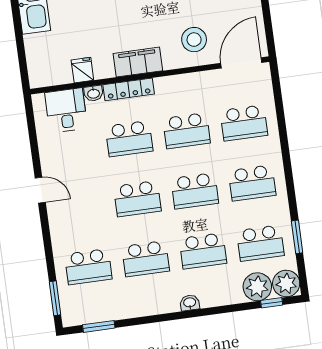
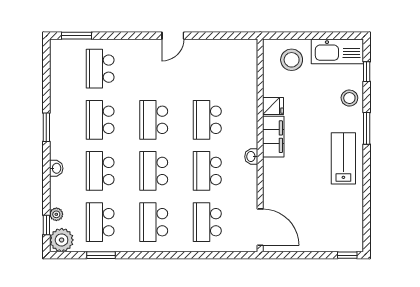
stool: (194, 40) -> (292, 60), moved
fridge: (82, 70) -> (273, 106), moved
locker: (129, 89) -> (250, 125), removed
washbasin: (93, 93) -> (251, 157), moved
desk: (66, 110) -> (240, 68), removed
plant: (257, 287) -> (56, 214), width x0.53, depth x0.53
washbasin: (190, 303) -> (56, 168), moved
window: (99, 326) -> (46, 127), moved

